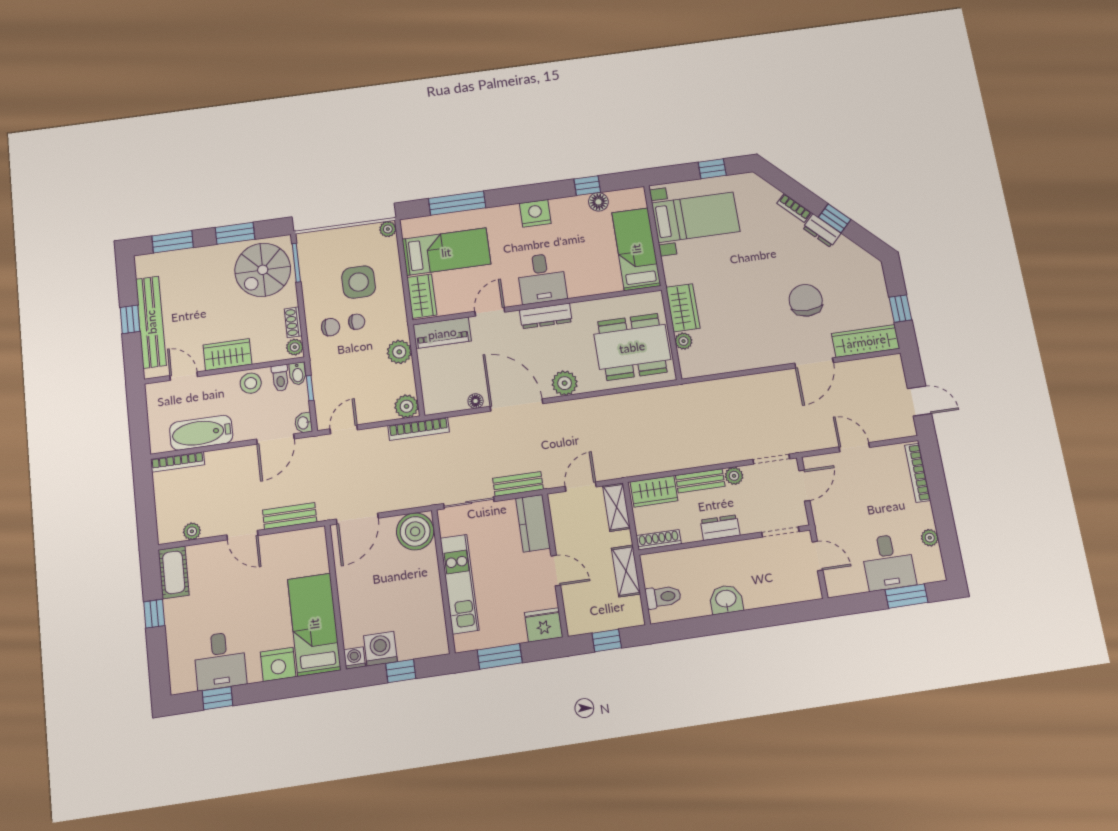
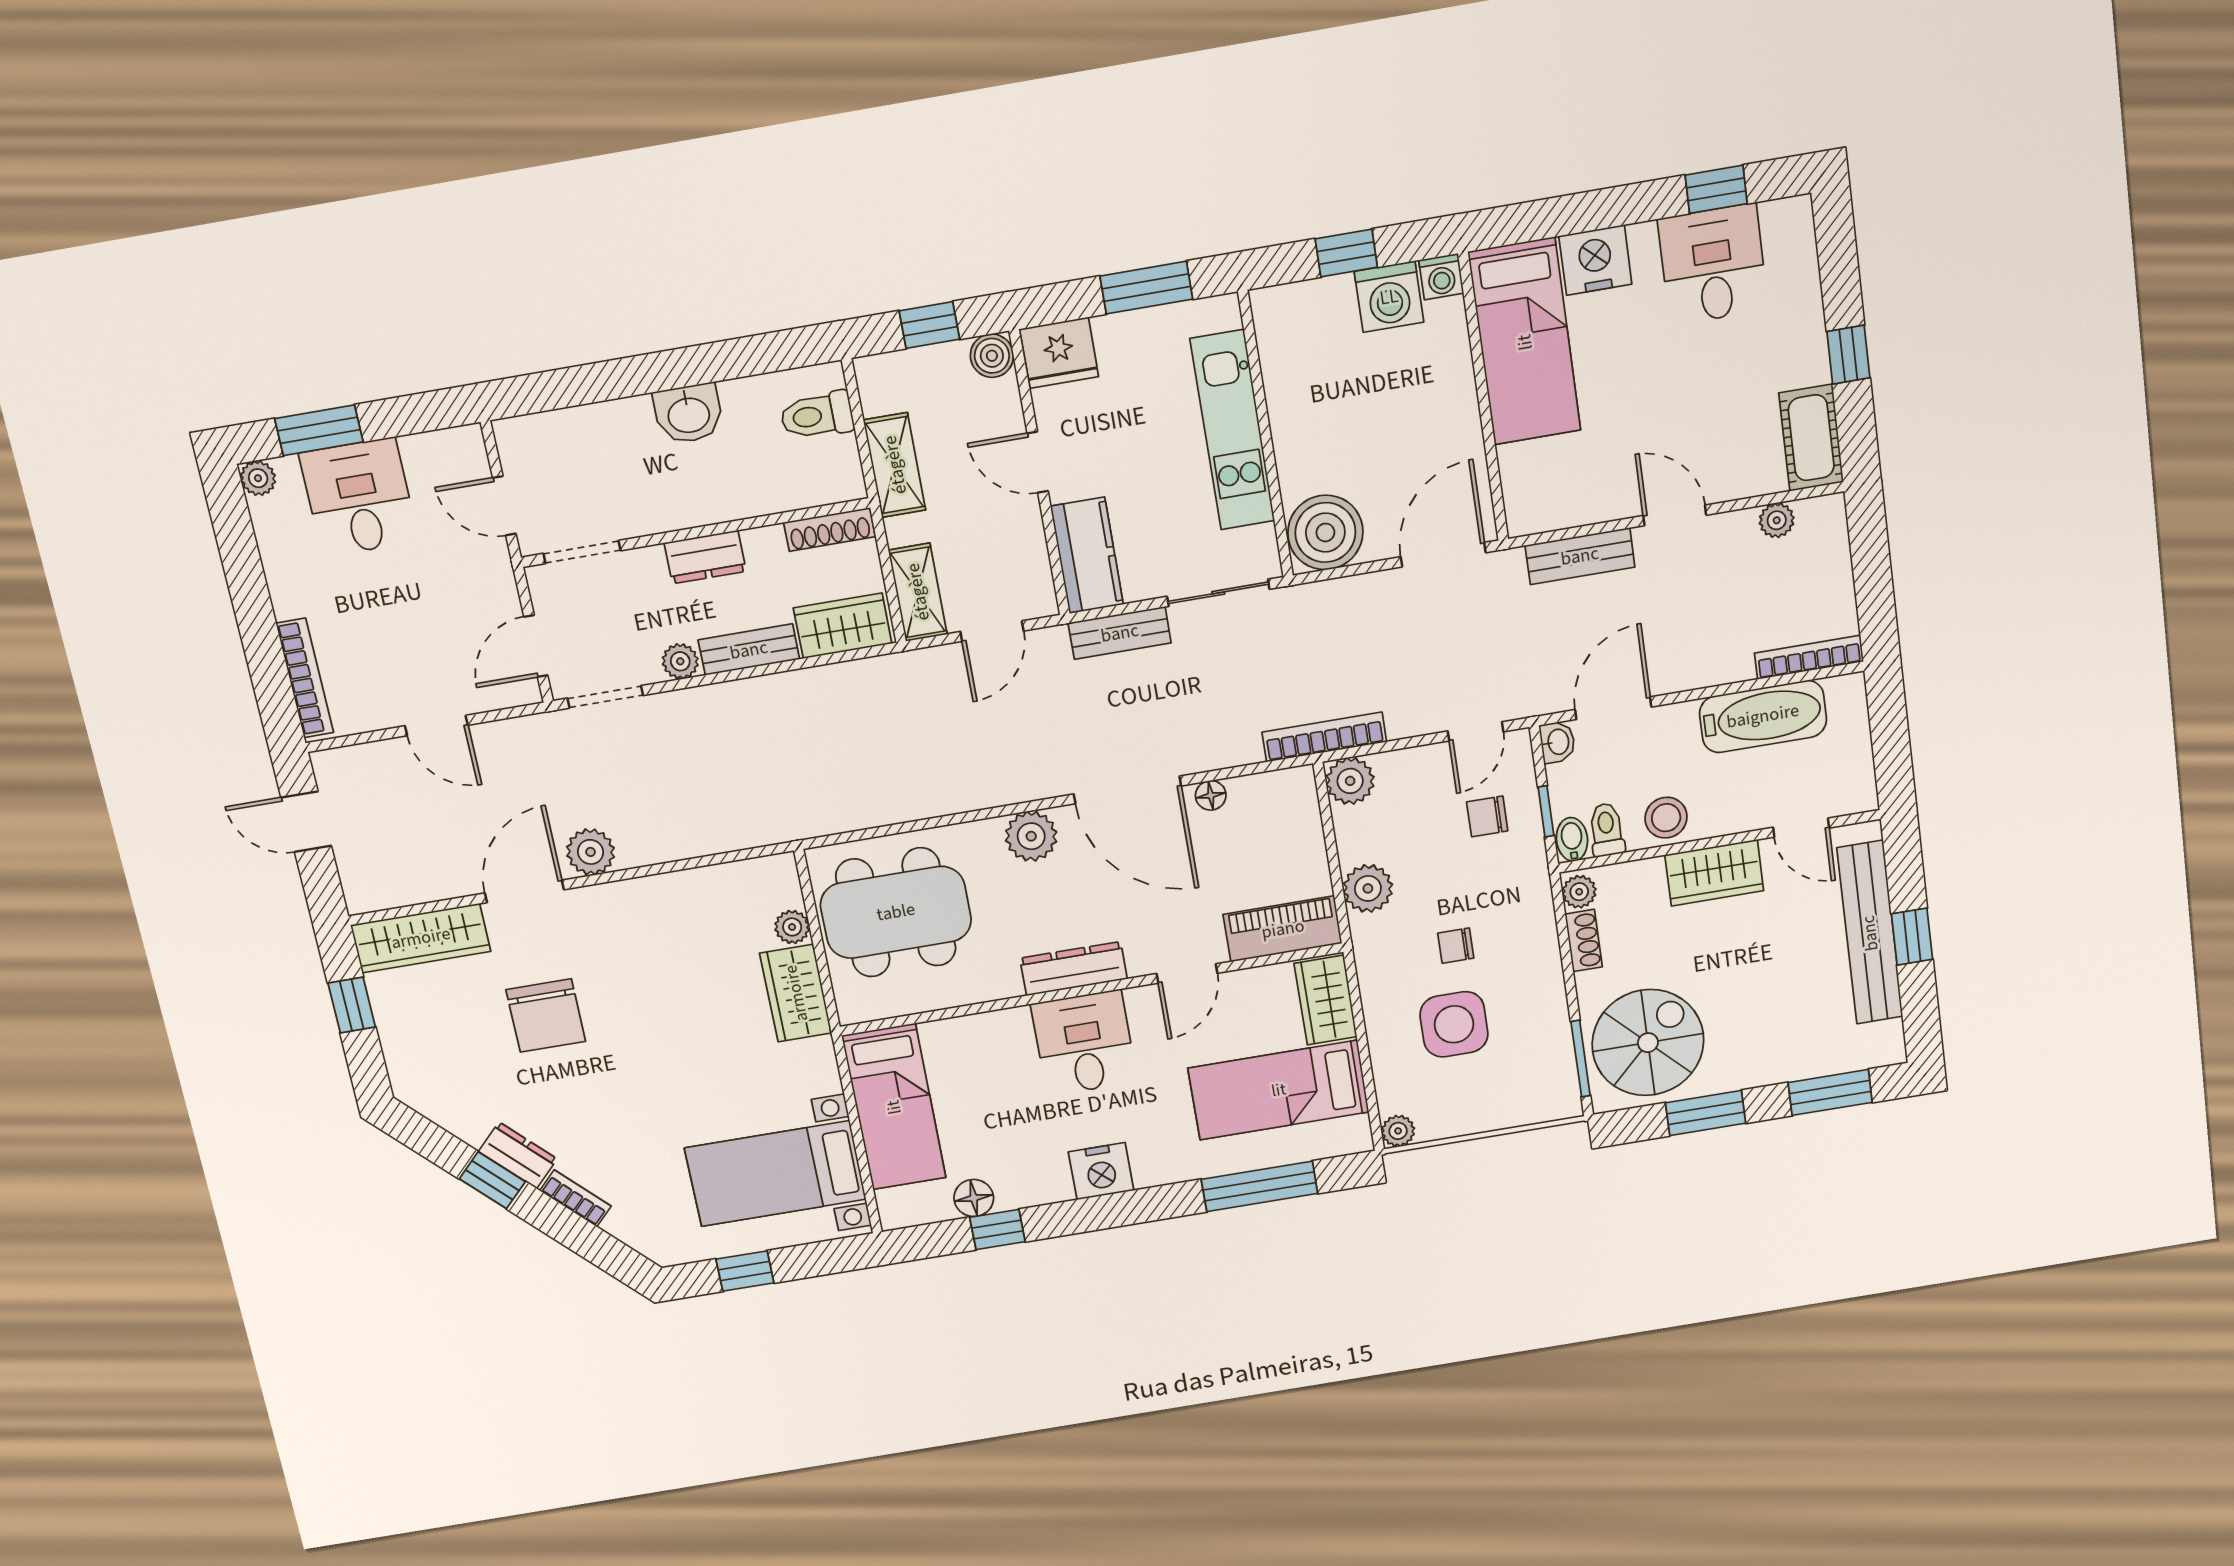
chair: (331, 327) -> (1487, 816), moved
plant: (781, 382) -> (591, 852), added
plant: (930, 538) -> (258, 478), moved
boiler: (577, 624) -> (992, 356), added

